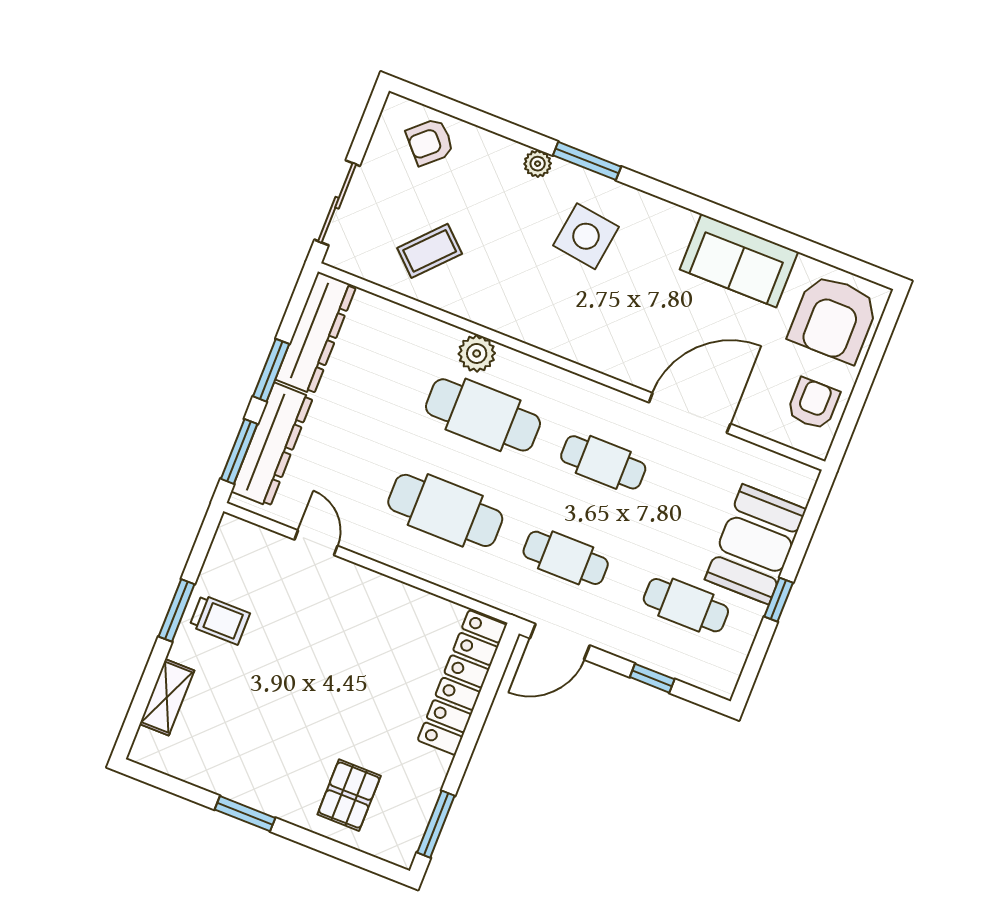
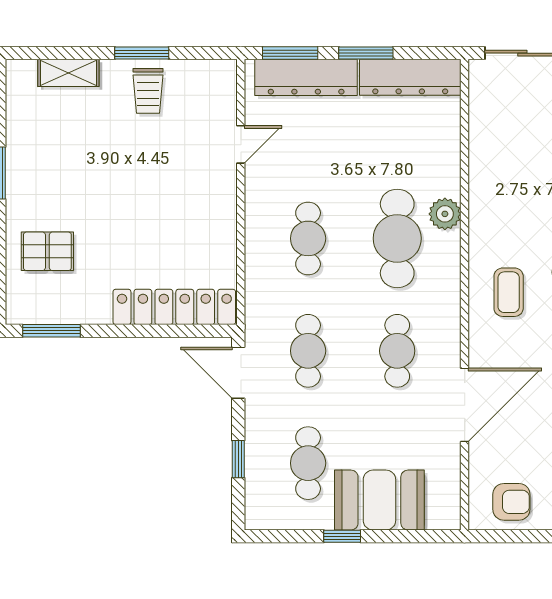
coffee table: (430, 251) -> (509, 292), moved, turned 47
door: (690, 413) -> (465, 405), hinge flipped
cafe table: (445, 510) -> (308, 238), width x0.73, depth x0.74

